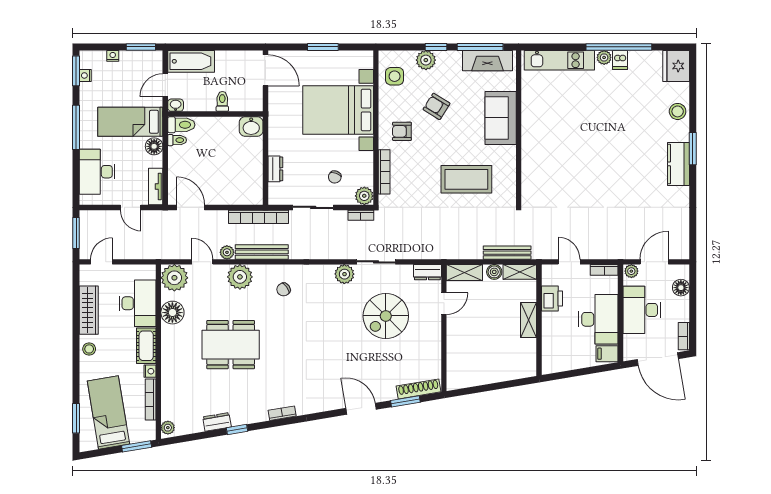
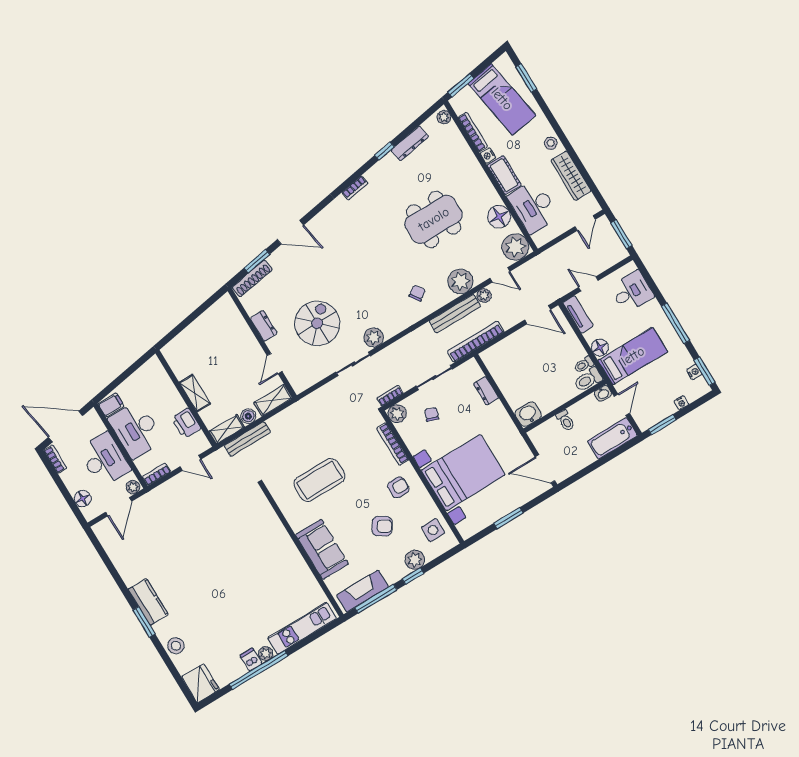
desk: (97, 172) -> (632, 292), width x0.73
dresser: (427, 272) -> (264, 326), moved, turned 90
dresser: (217, 422) -> (410, 143), width x1.44

